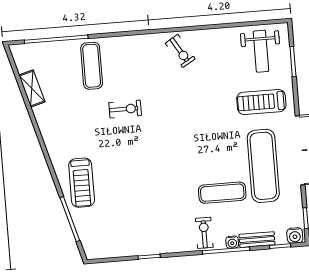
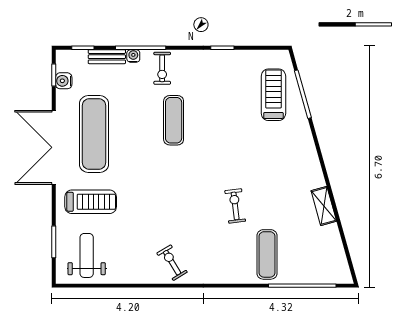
shelving: (32, 89) -> (324, 206), moved
exercise bike: (125, 109) -> (235, 206), turned 83
treadmill: (82, 183) -> (273, 95), moved
exercise mat: (222, 193) -> (174, 120), moved, turned 90
water cooler: (295, 236) -> (64, 81), moved, turned -90

